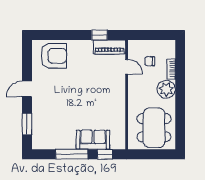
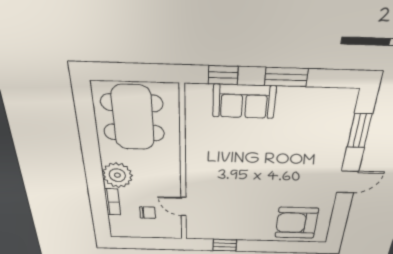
piano: (109, 47) -> (210, 231), removed
window: (72, 154) -> (286, 77), width x0.69

